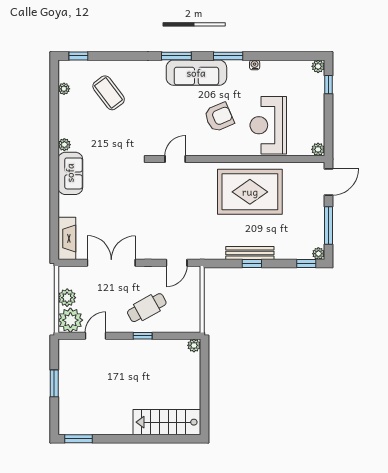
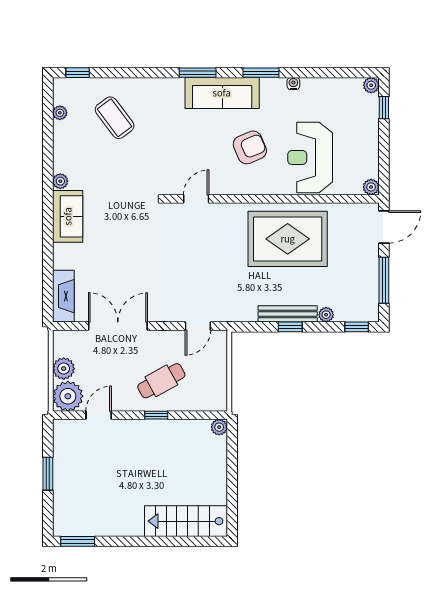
plant: (318, 254) -> (326, 315), moved

